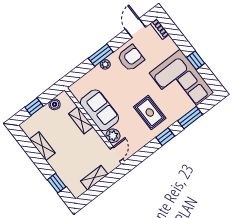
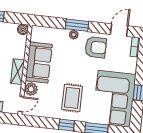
boiler: (55, 104) -> (23, 29), moved
shelving: (81, 120) -> (18, 72), moved

